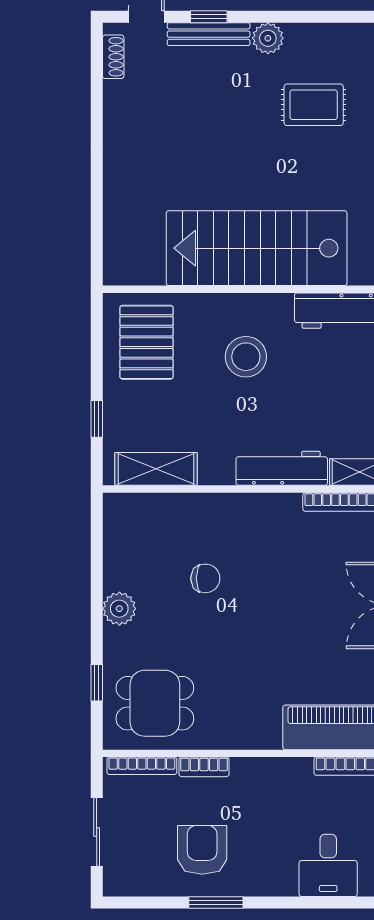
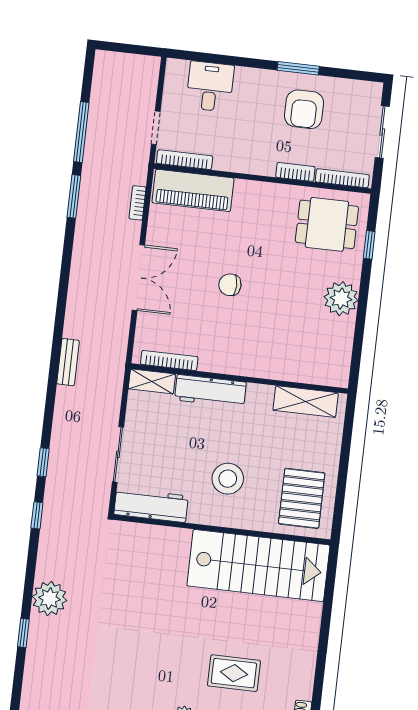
rug: (314, 105) -> (234, 673), moved
stairs: (257, 248) -> (258, 565), moved
window: (97, 419) -> (346, 445), removed
chair: (205, 578) -> (230, 285), moved
plant: (119, 609) -> (341, 299), width x1.36, depth x1.36

